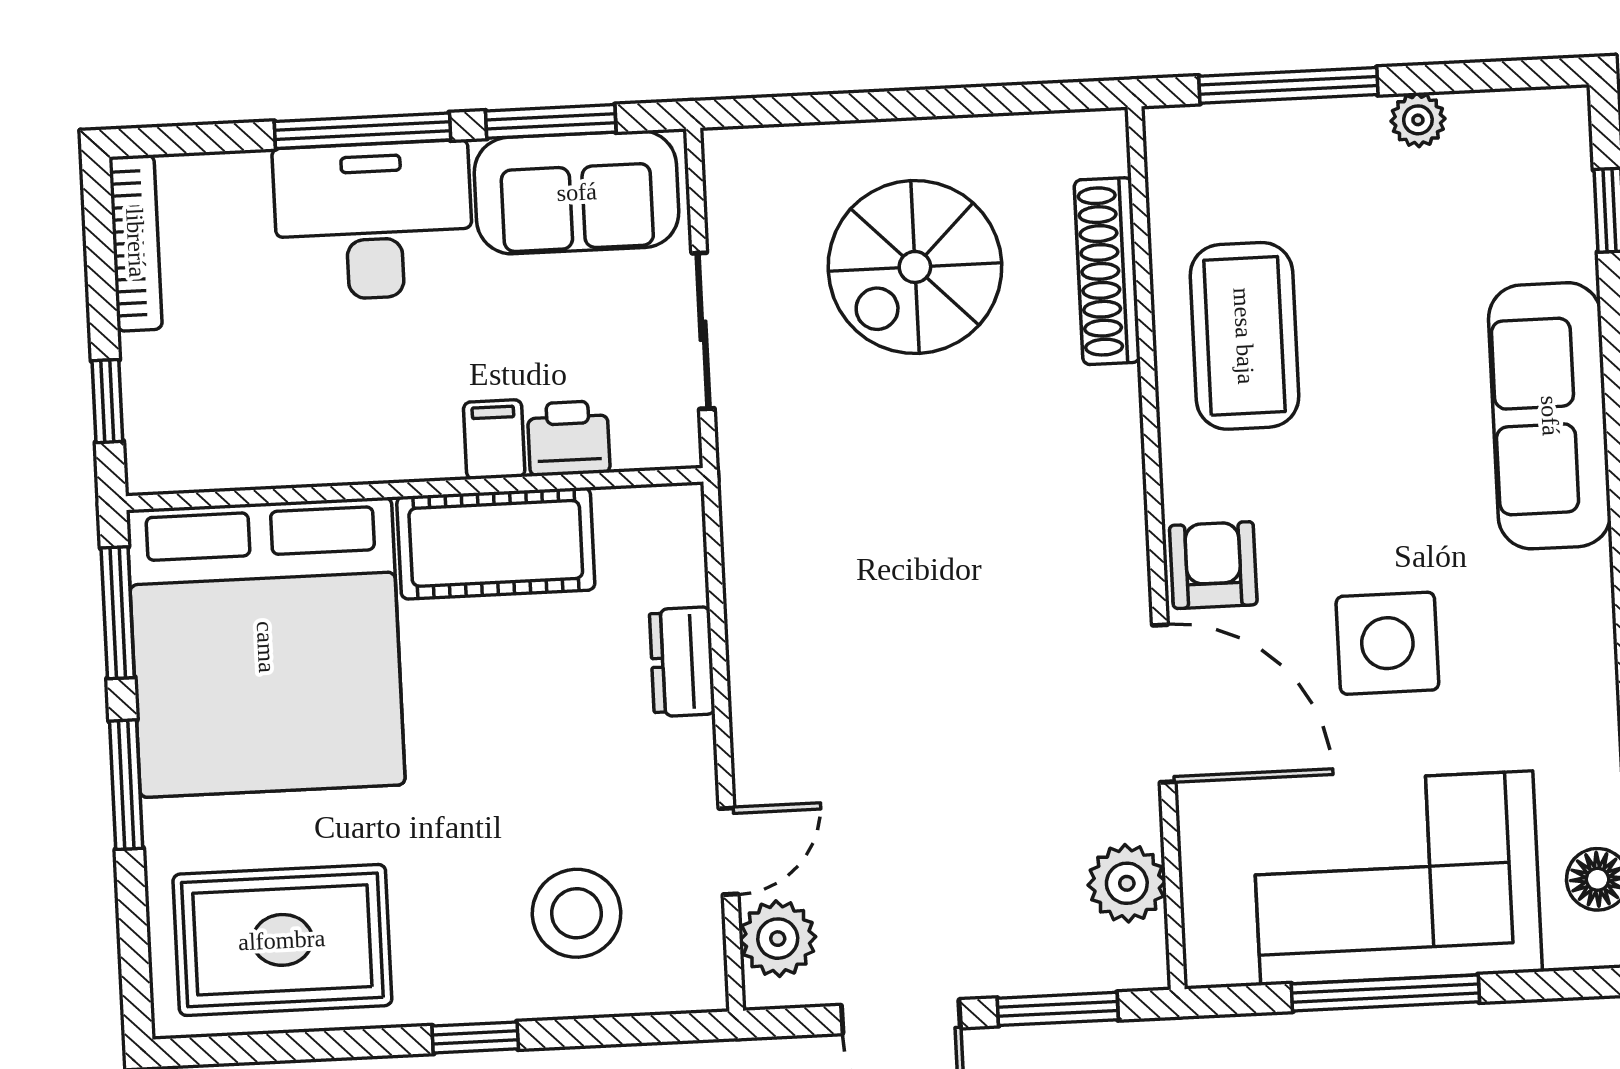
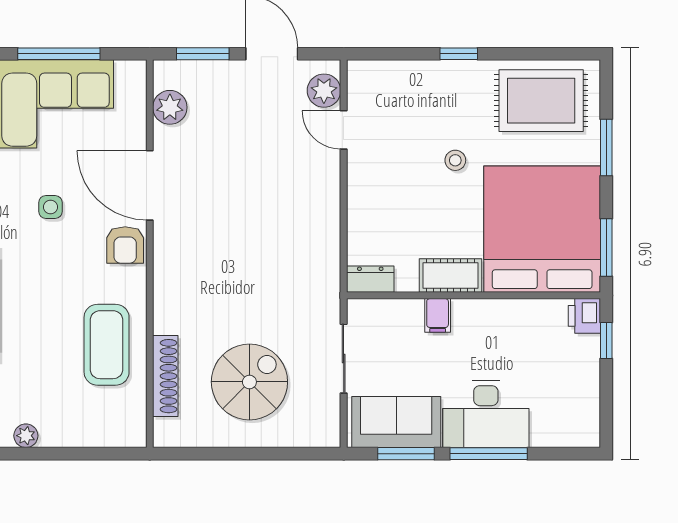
window: (1288, 85) -> (82, 454), removed
bookcase: (136, 243) -> (590, 409), removed
printer: (569, 438) -> (584, 316), moved, turned 90
cot: (496, 543) -> (451, 276), width x0.73, depth x0.75
side table: (1387, 643) -> (50, 207), width x0.54, depth x0.54
dresser: (682, 662) -> (370, 279), moved, turned -90
window: (126, 785) -> (606, 148), moved
door: (728, 851) -> (344, 130), hinge flipped
stool: (577, 913) -> (455, 160), moved, width x0.53, depth x0.53

